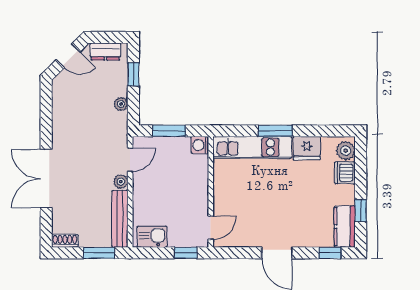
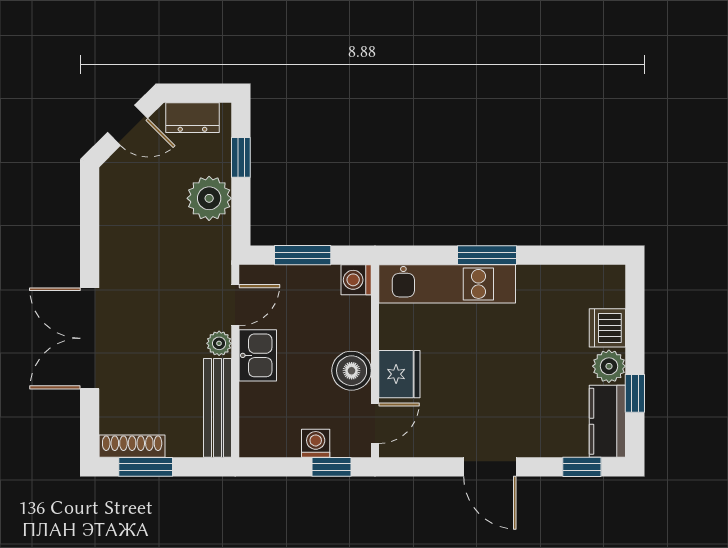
plant: (121, 104) -> (209, 198), width x1.88, depth x1.88
fridge: (307, 148) -> (399, 374), moved, turned -90
plant: (346, 151) -> (609, 366), moved
boiler: (197, 197) -> (352, 371), added
kitchen sink: (152, 237) -> (258, 355), moved, turned 90
washing machine: (176, 239) -> (316, 443), added
shoe rack: (65, 241) -> (132, 446), width x1.43
window: (99, 253) -> (146, 467), moved

